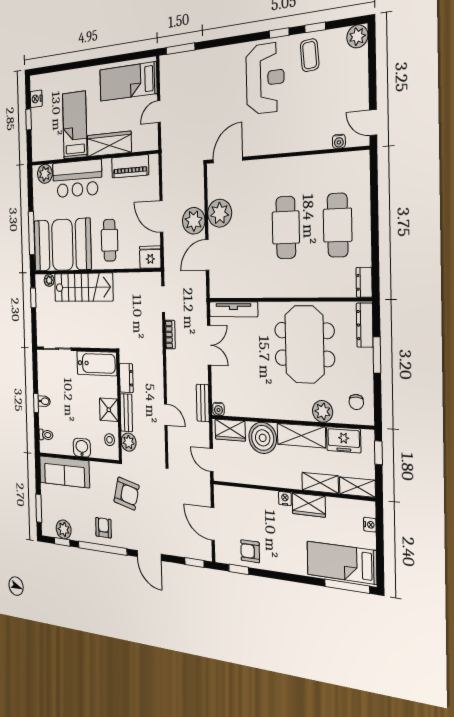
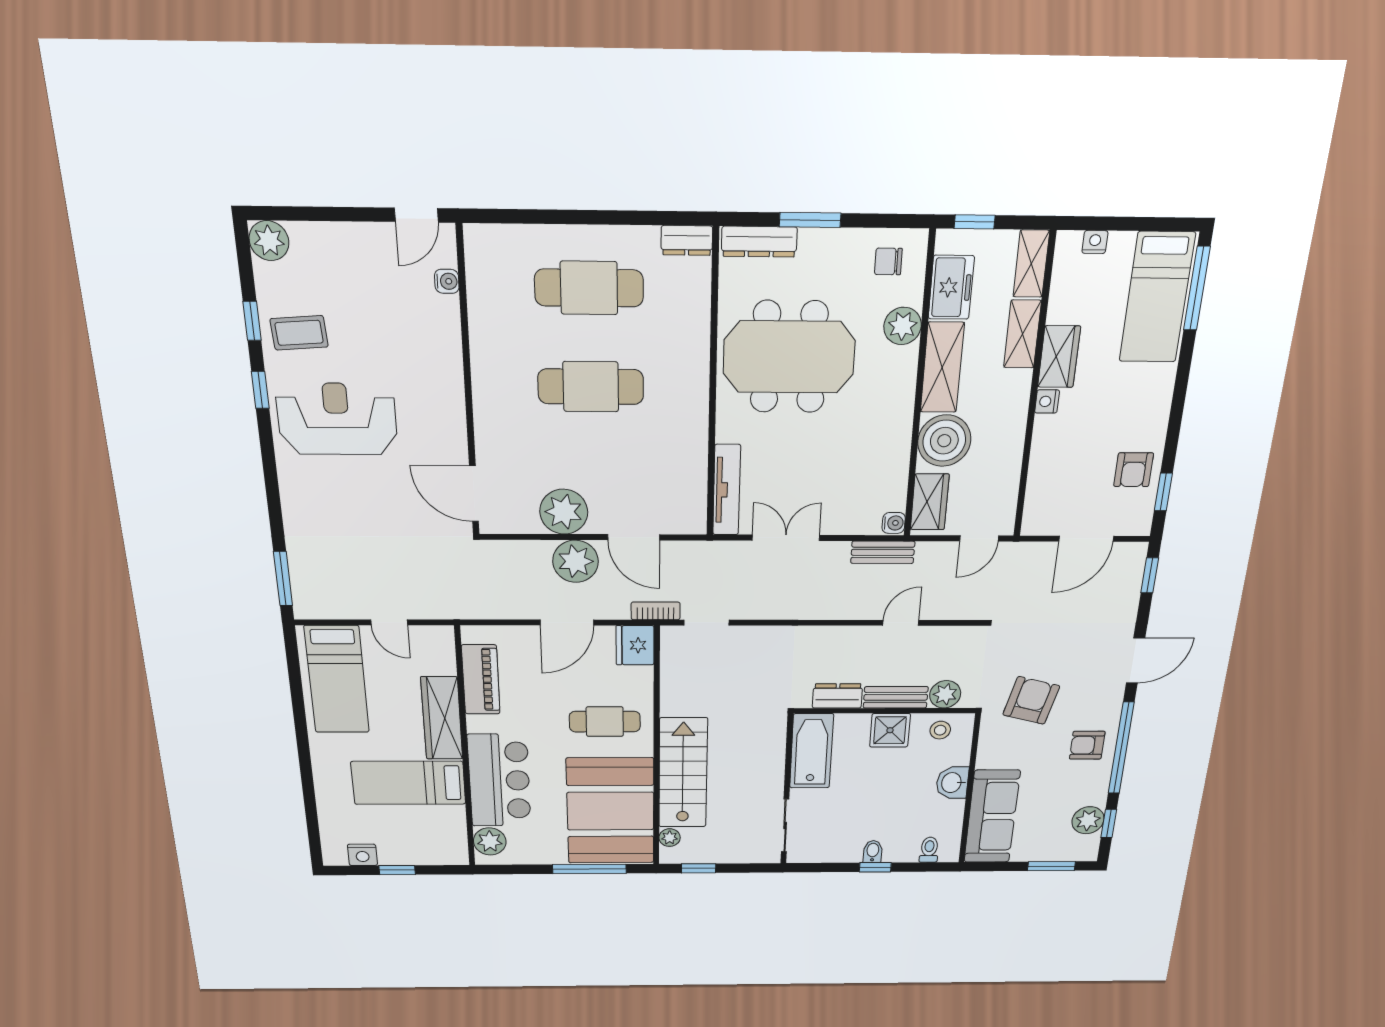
bookcase: (170, 335) -> (656, 611), moved
chair: (356, 402) -> (888, 261), turned 180

